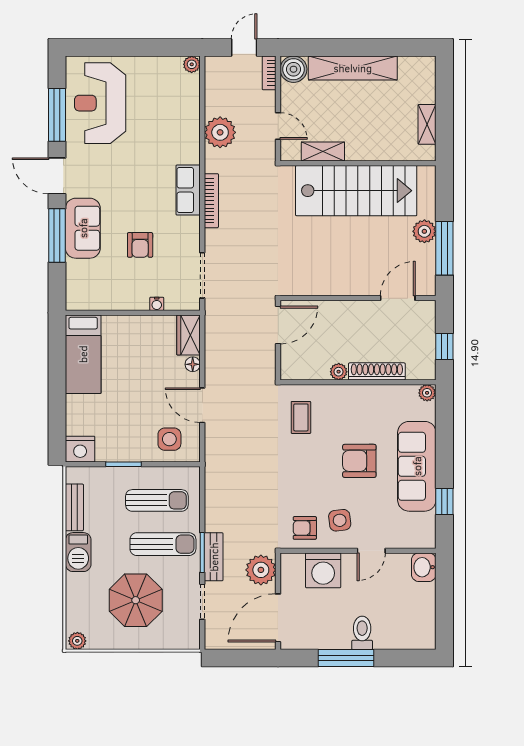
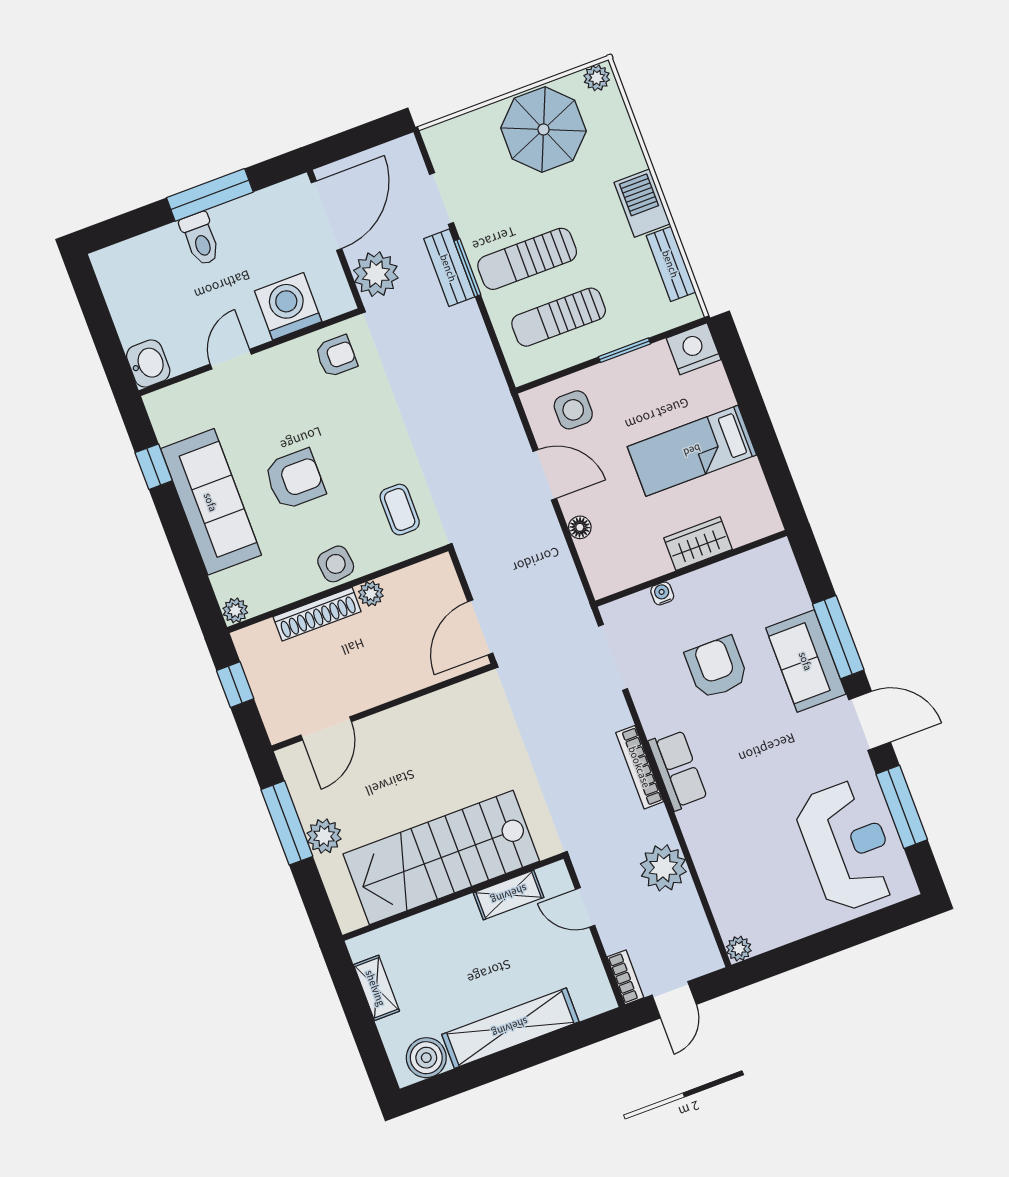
boiler: (293, 69) -> (426, 1058), moved
armchair: (140, 245) -> (717, 668), width x1.38, depth x1.38
wardrobe: (189, 335) -> (698, 544), moved, turned -90
bed: (83, 354) -> (692, 451), moved, turned -90
side table: (340, 520) -> (336, 564), moved
parasol: (136, 600) -> (543, 129), moved

